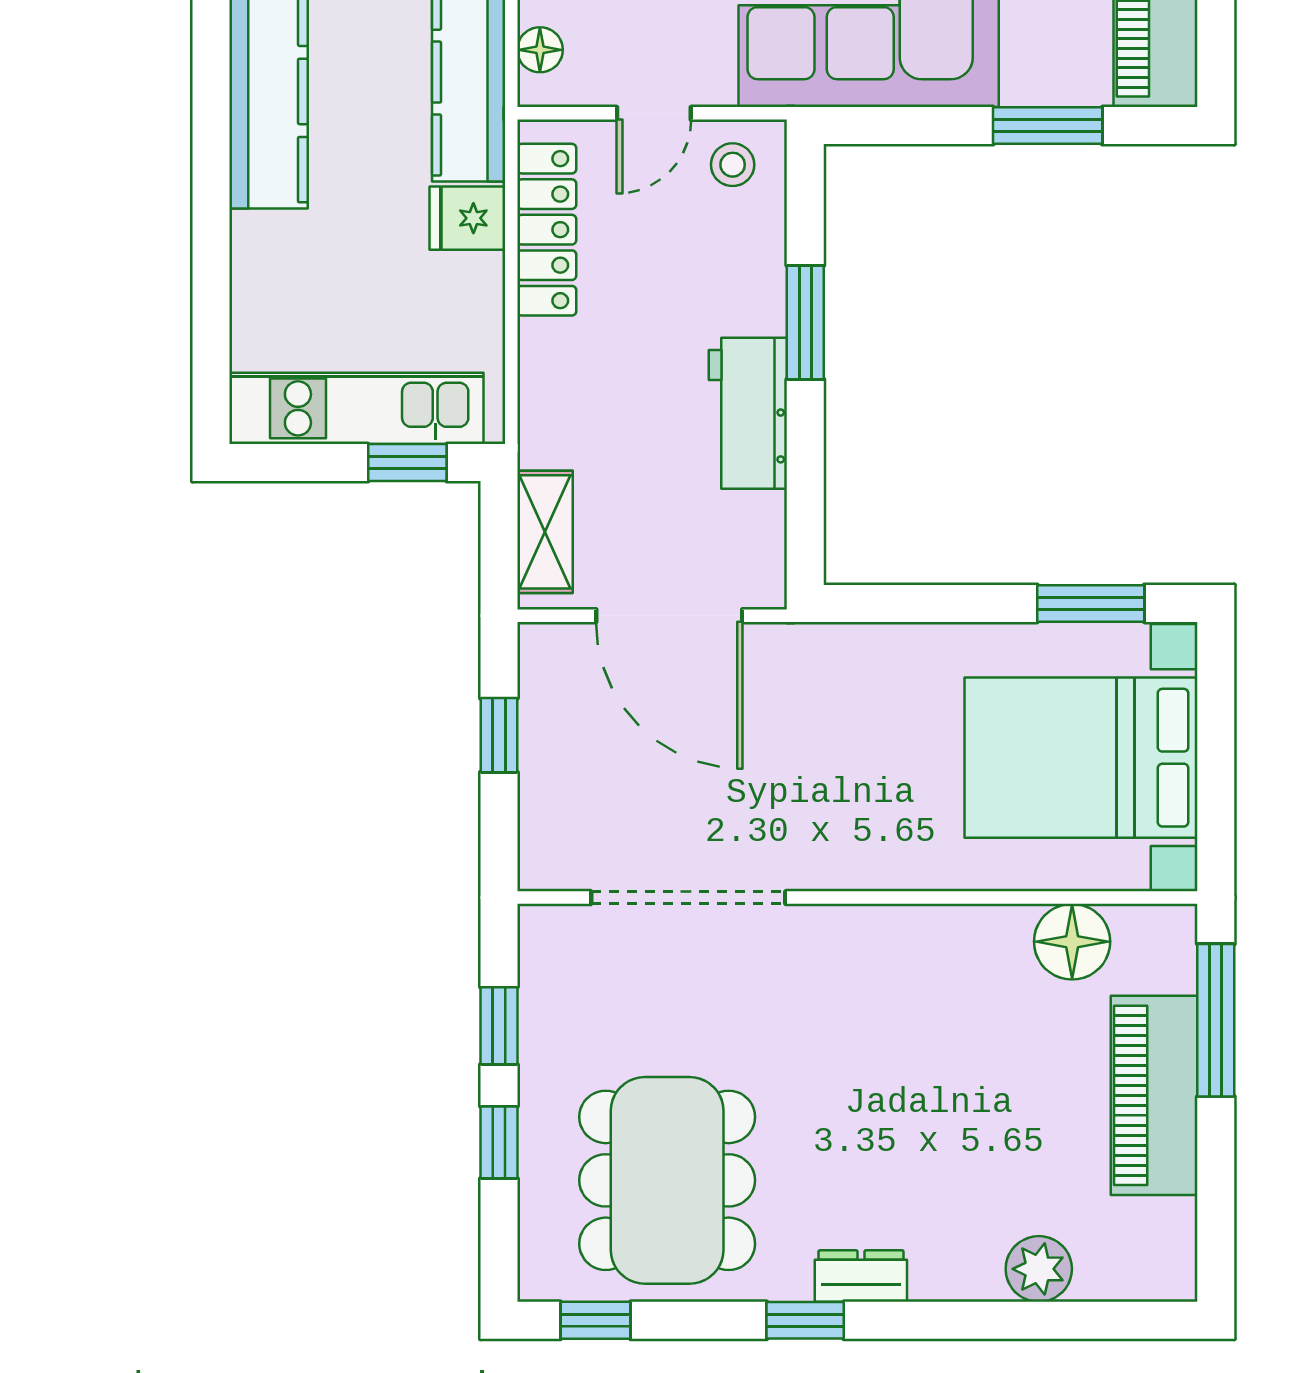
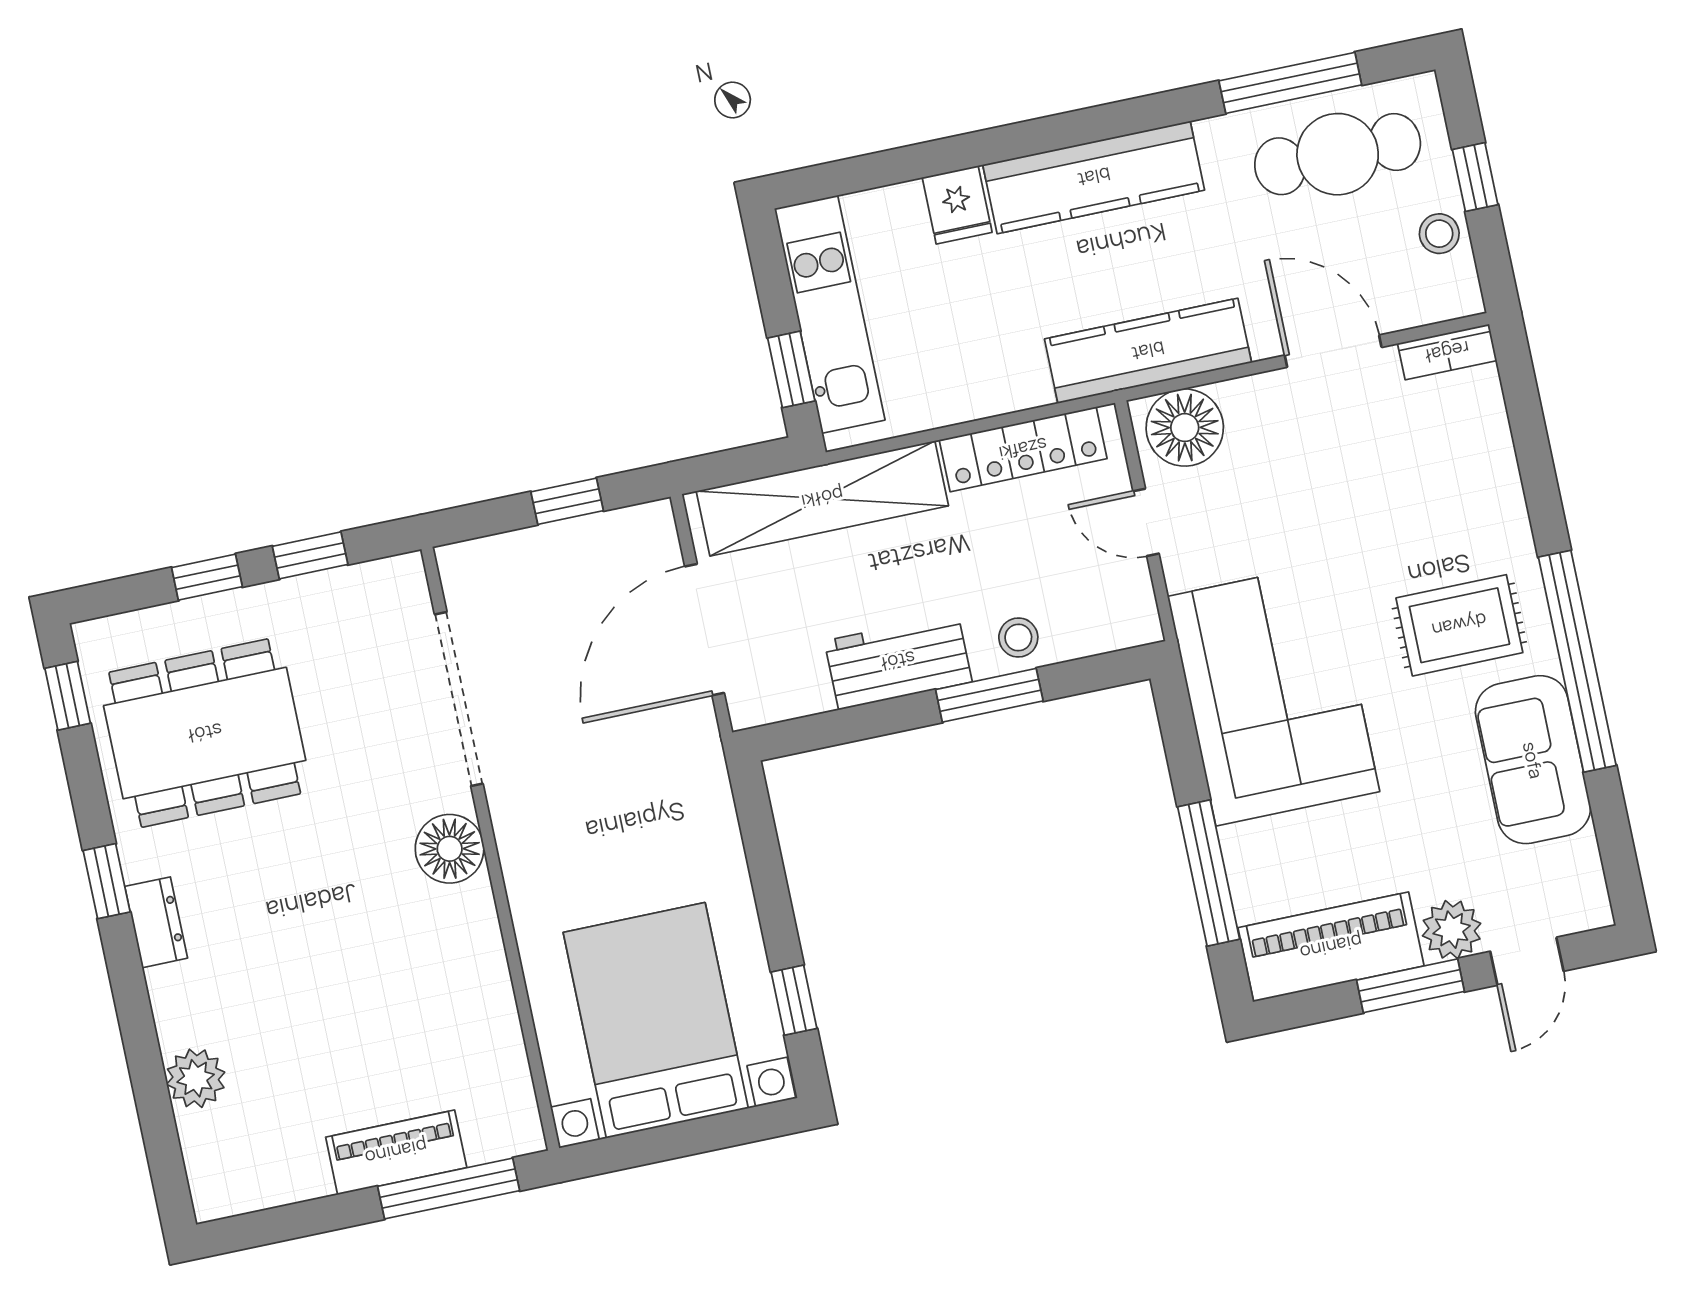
floor lamp: (540, 50) -> (1185, 428), width x1.89, depth x1.89
window: (1048, 126) -> (1209, 873), width x1.44
stool: (733, 165) -> (1018, 637), moved
fridge: (467, 218) -> (957, 205), moved, turned 180
shelving: (545, 532) -> (822, 498), width x2.20, depth x1.33
window: (1091, 603) -> (794, 1000), width x0.67
floor lamp: (1072, 942) -> (450, 849), moved
piano: (1154, 1095) -> (396, 1152), width x0.73, depth x0.75

